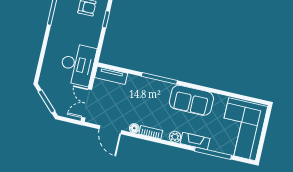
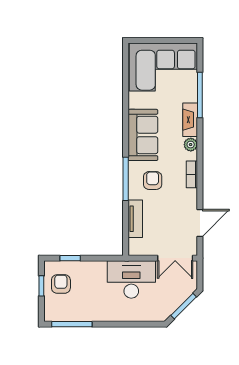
tv unit: (111, 75) -> (135, 219), moved
armchair: (153, 100) -> (153, 181), added
floor lamp: (134, 128) -> (192, 195), removed

